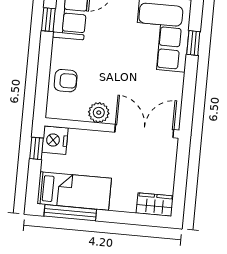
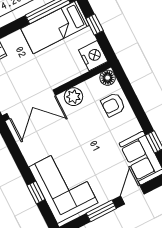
floor lamp: (54, 110) -> (108, 78), added
window: (36, 148) -> (95, 24), moved

